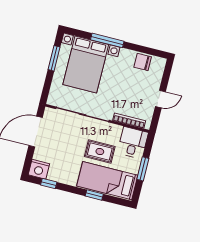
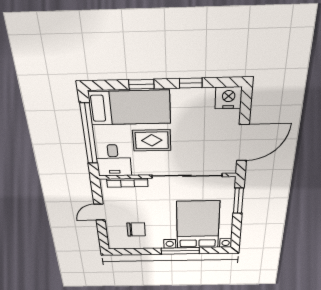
window: (54, 58) -> (238, 201), moved
chair: (143, 62) -> (136, 229), moved
window: (143, 169) -> (89, 134), width x2.11
window: (49, 184) -> (191, 83), moved

